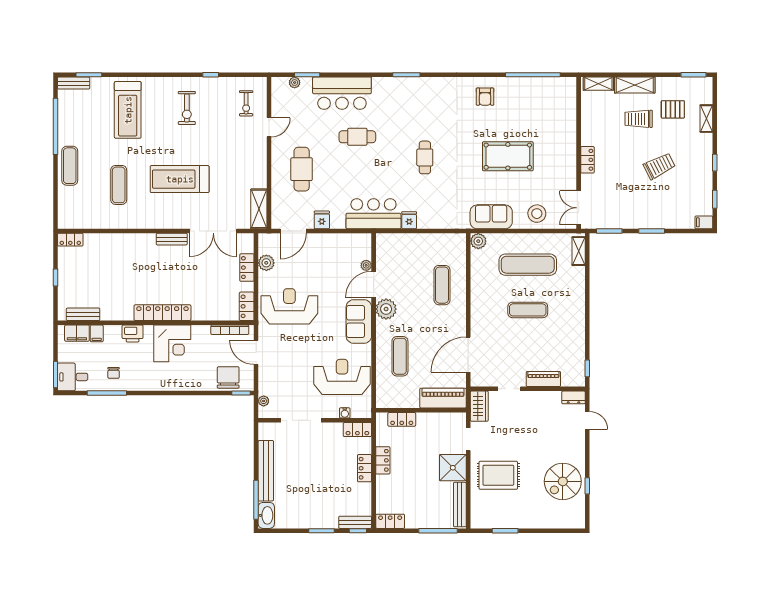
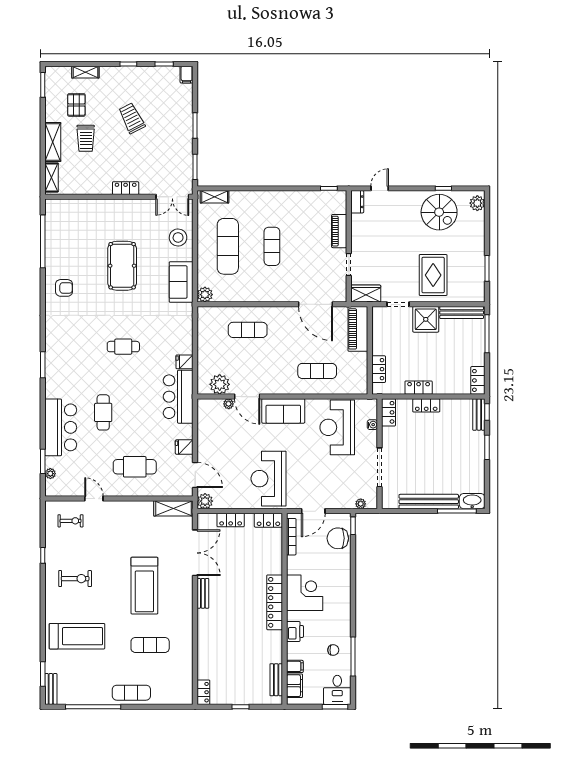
plant: (266, 263) -> (205, 501), moved
plant: (386, 309) -> (220, 384), moved
plant: (572, 521) -> (477, 203), added

